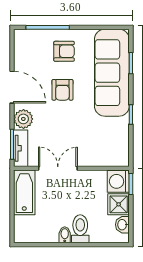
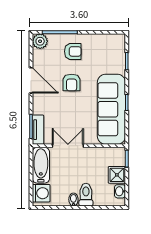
sofa: (112, 73) -> (111, 109), moved
plant: (23, 119) -> (40, 41), moved
washing machine: (118, 181) -> (41, 193), moved, turned 180

